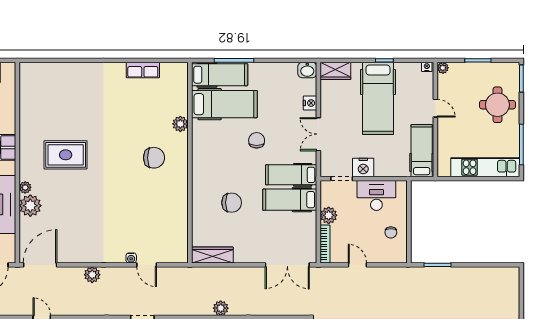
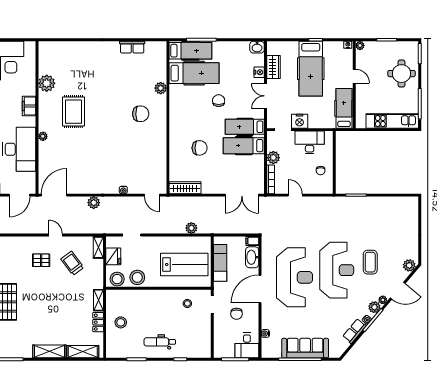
wardrobe: (335, 71) -> (274, 67), moved, turned -90
rug: (66, 155) -> (74, 112), turned 90
plant: (30, 206) -> (47, 83), moved
door: (147, 265) -> (152, 195), moved

